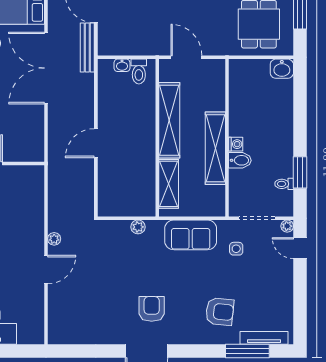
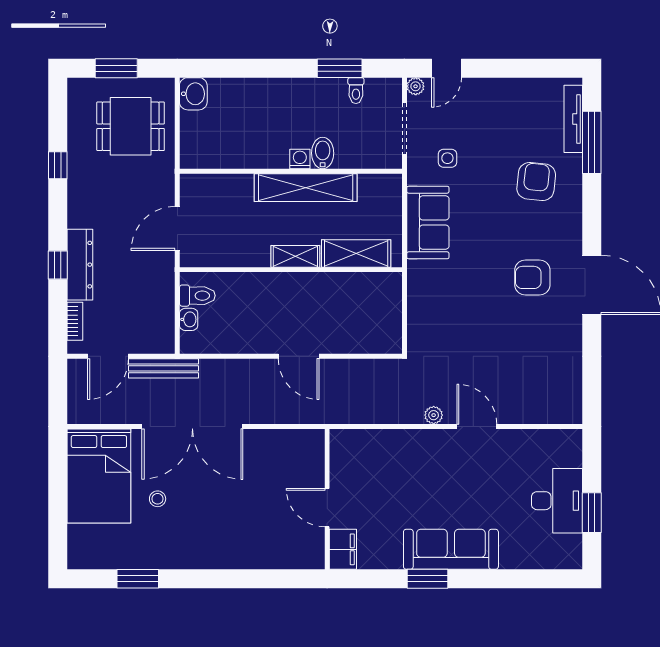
shelving: (169, 120) -> (295, 256), width x0.45, depth x0.75
plant: (138, 227) -> (417, 297), removed

